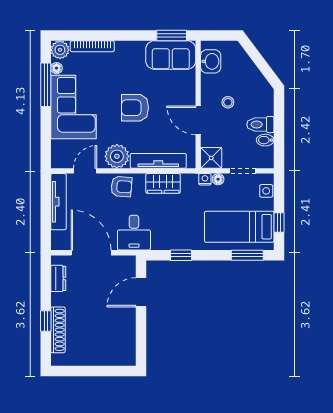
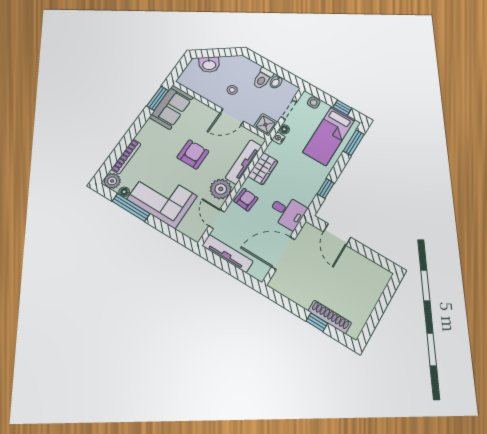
washbasin: (211, 61) -> (209, 65), moved, turned 143
armchair: (135, 108) -> (193, 154), turned 180
dresser: (58, 278) -> (288, 291), removed

